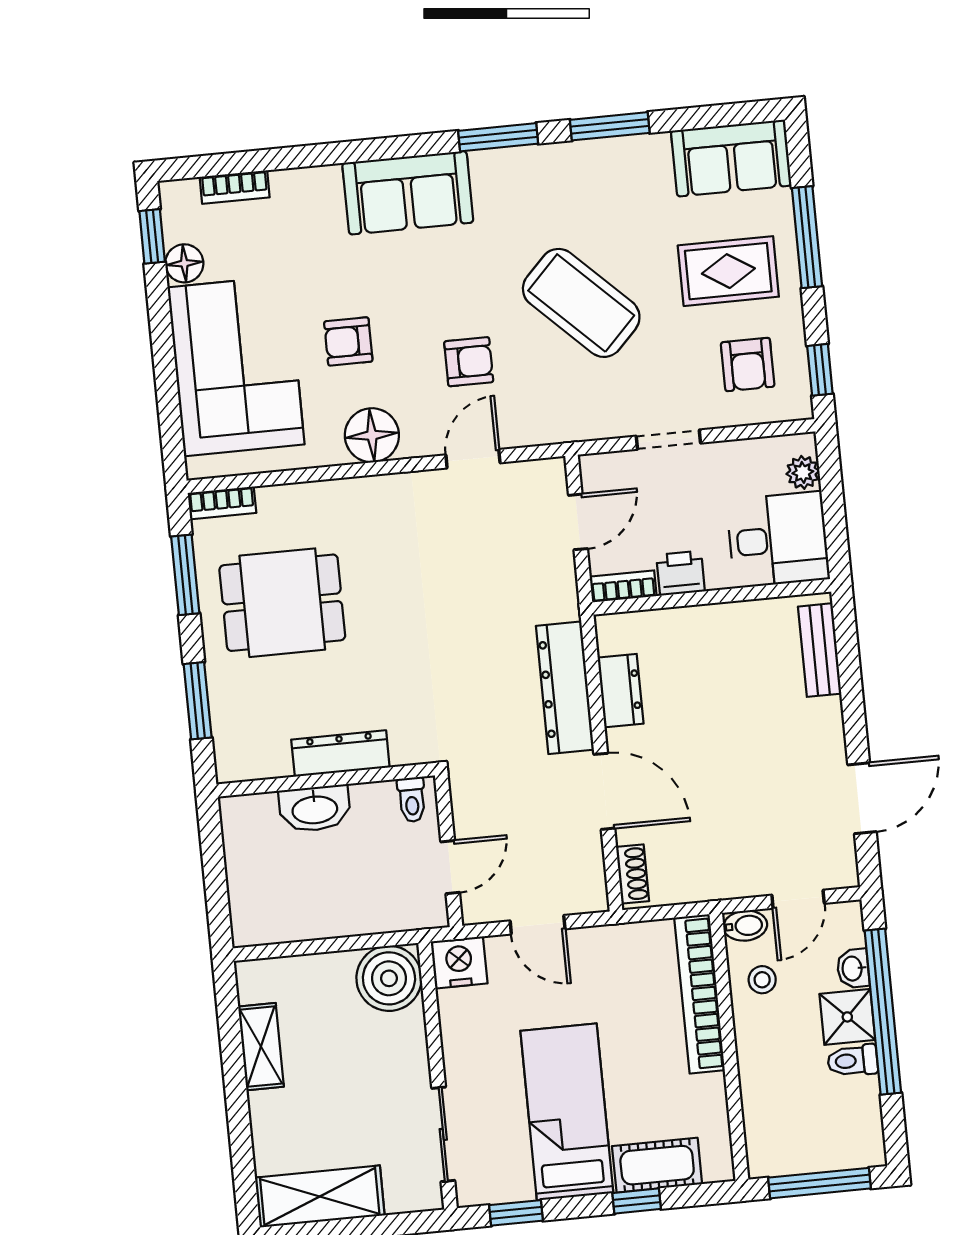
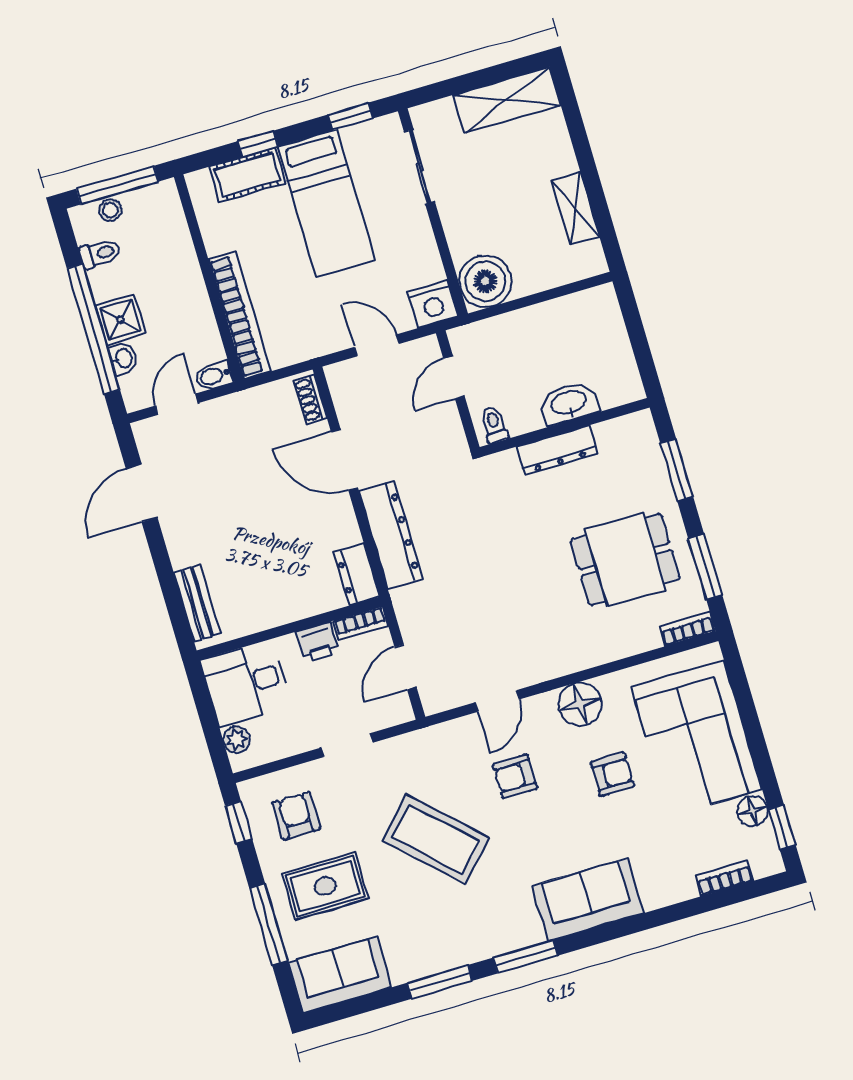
dresser: (621, 691) -> (357, 574), moved
stool: (762, 980) -> (110, 210), moved
toilet: (853, 1061) -> (100, 254), moved

